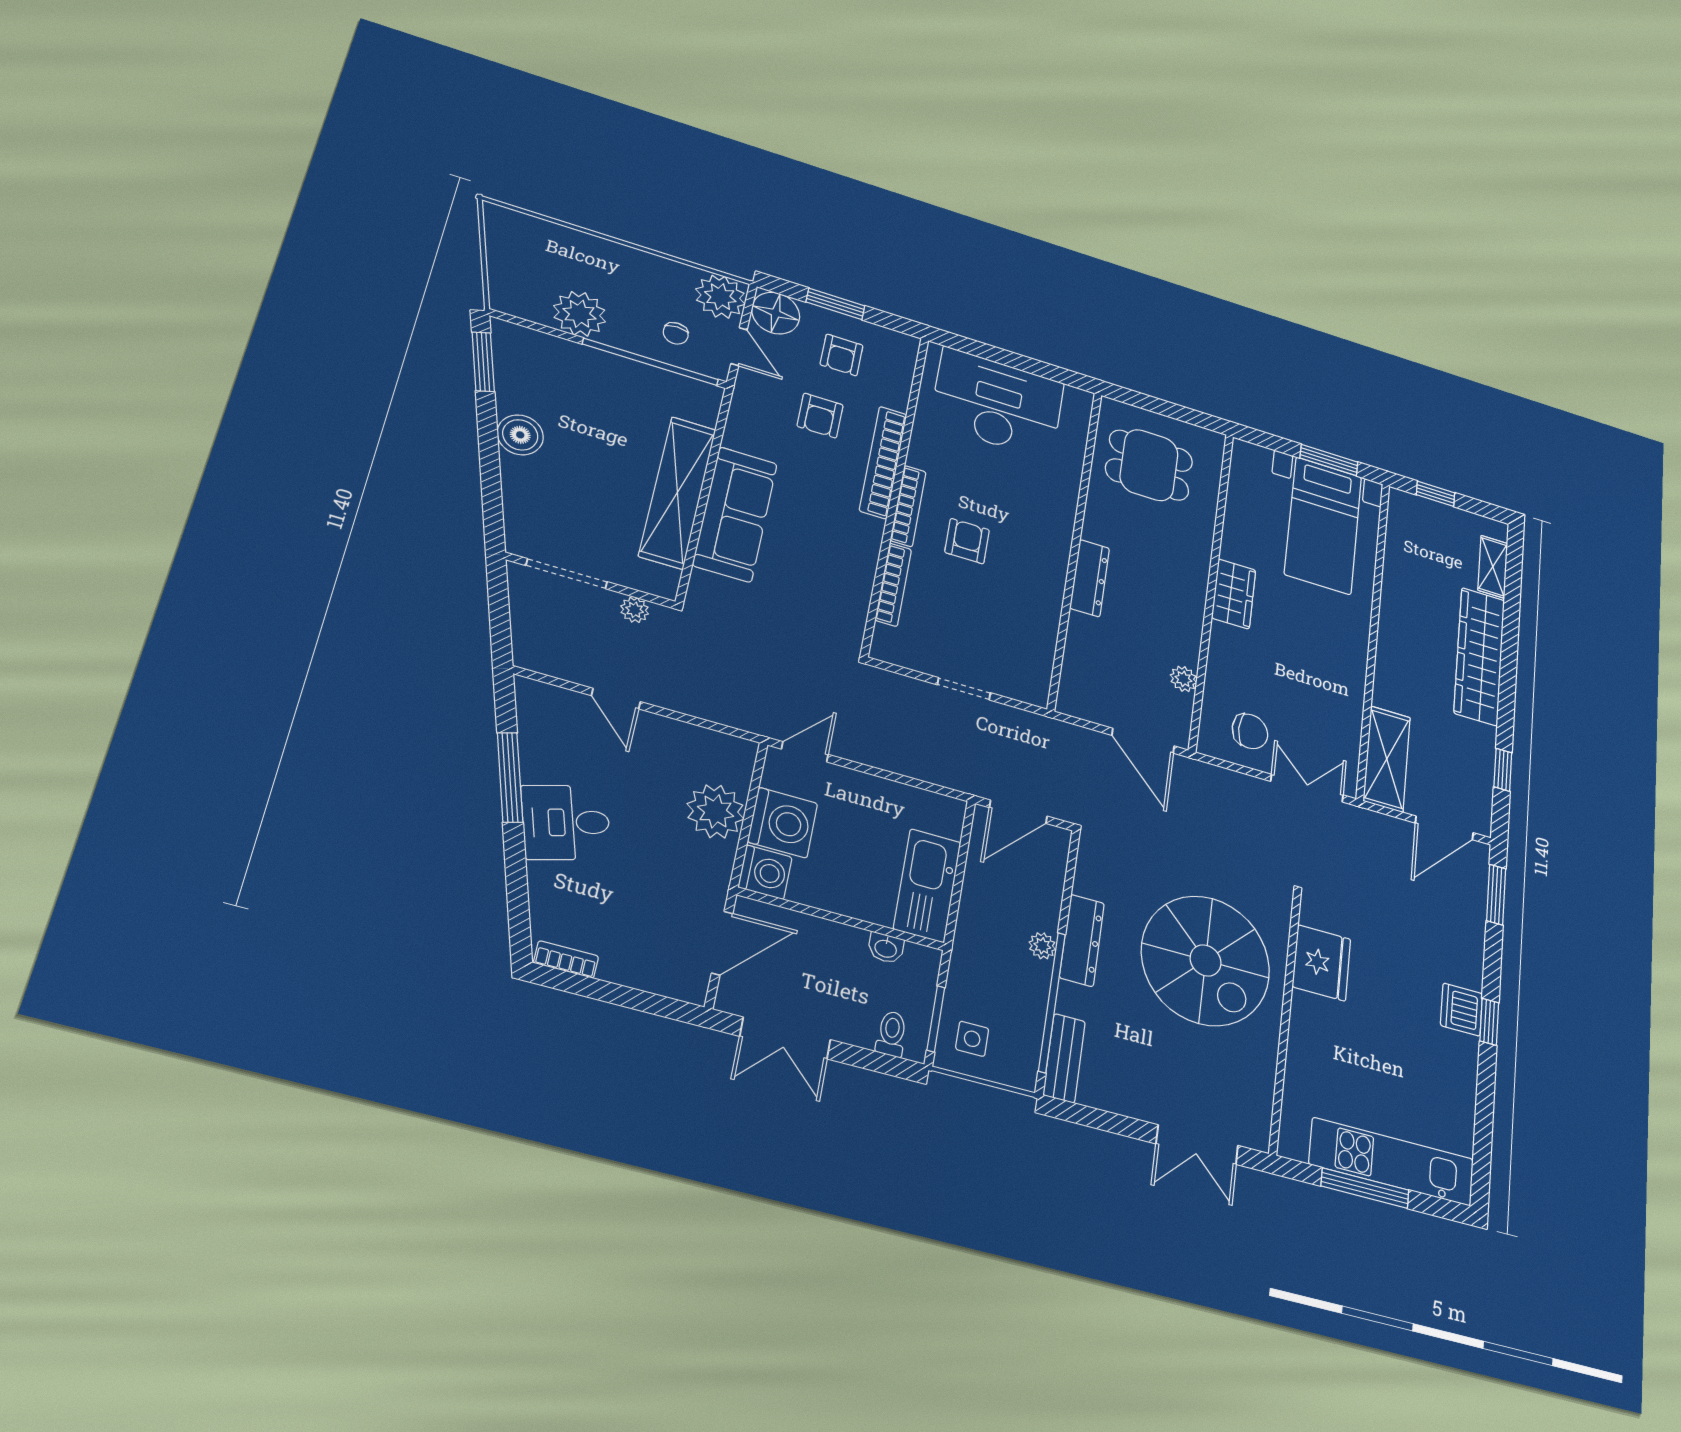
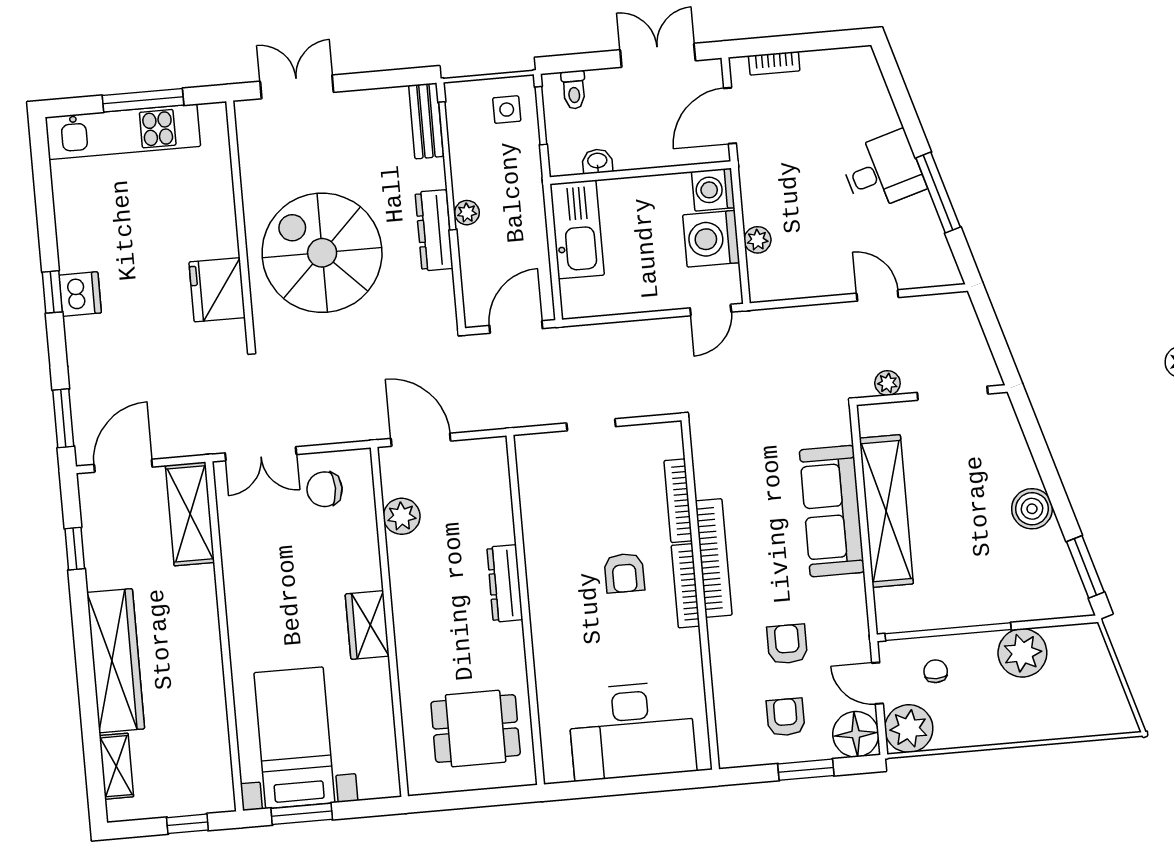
bookcase: (883, 462) -> (714, 558), moved
plant: (1183, 679) -> (402, 516), width x1.38, depth x1.38
plant: (715, 811) -> (758, 240), width x0.53, depth x0.53
bookcase: (566, 959) -> (774, 63), moved

